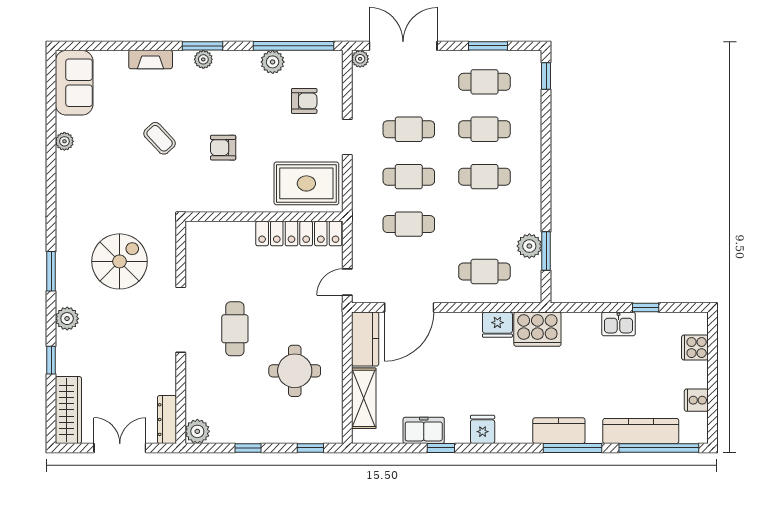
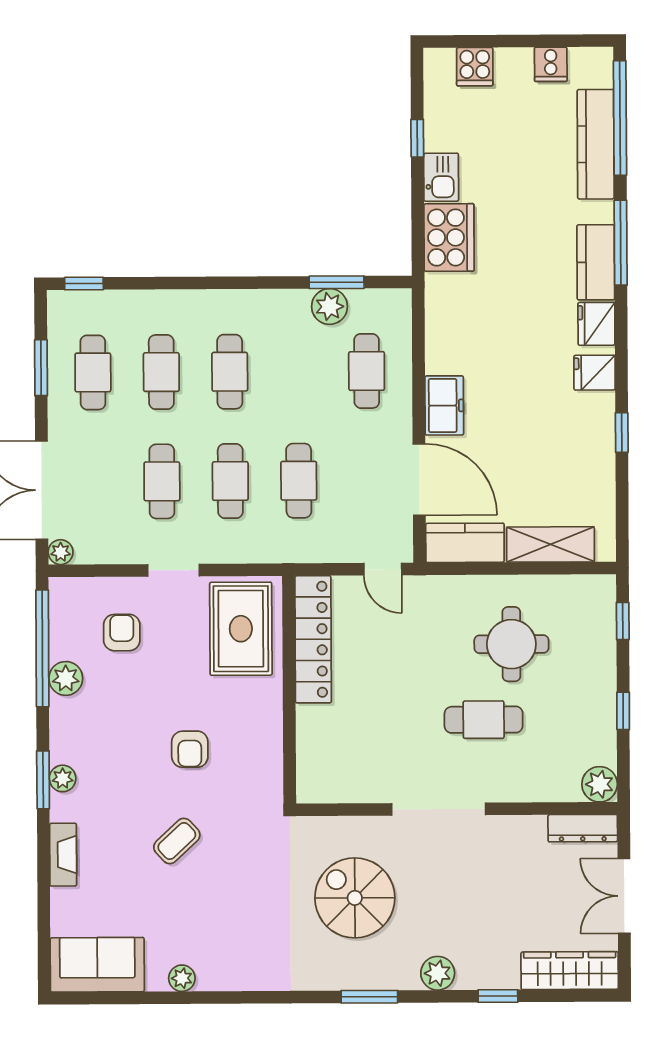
fridge: (497, 325) -> (596, 324), moved, turned 180
cafe table: (235, 329) -> (484, 720), moved
cooker: (537, 329) -> (449, 237), moved
freezer: (424, 430) -> (444, 405), moved, turned 180

